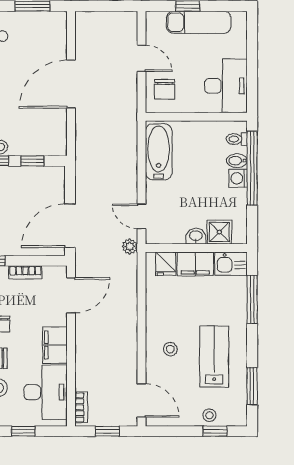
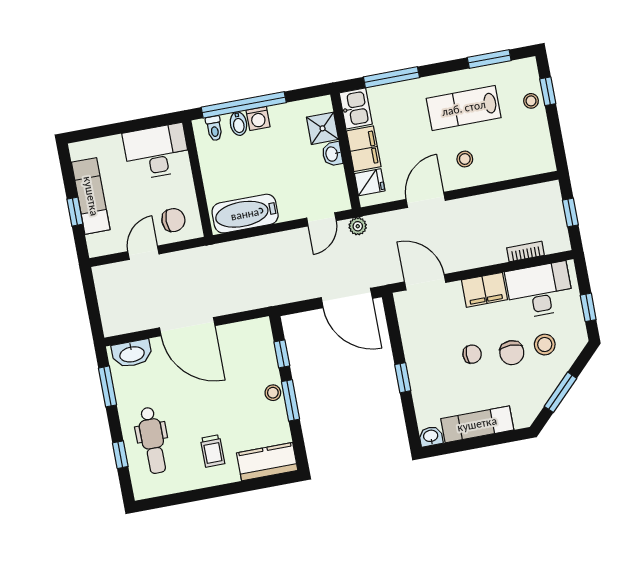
washbasin: (57, 32) -> (132, 354), added
bookcase: (25, 272) -> (409, 338), removed
door: (141, 400) -> (426, 200), moved
bookcase: (81, 407) -> (525, 252), moved

